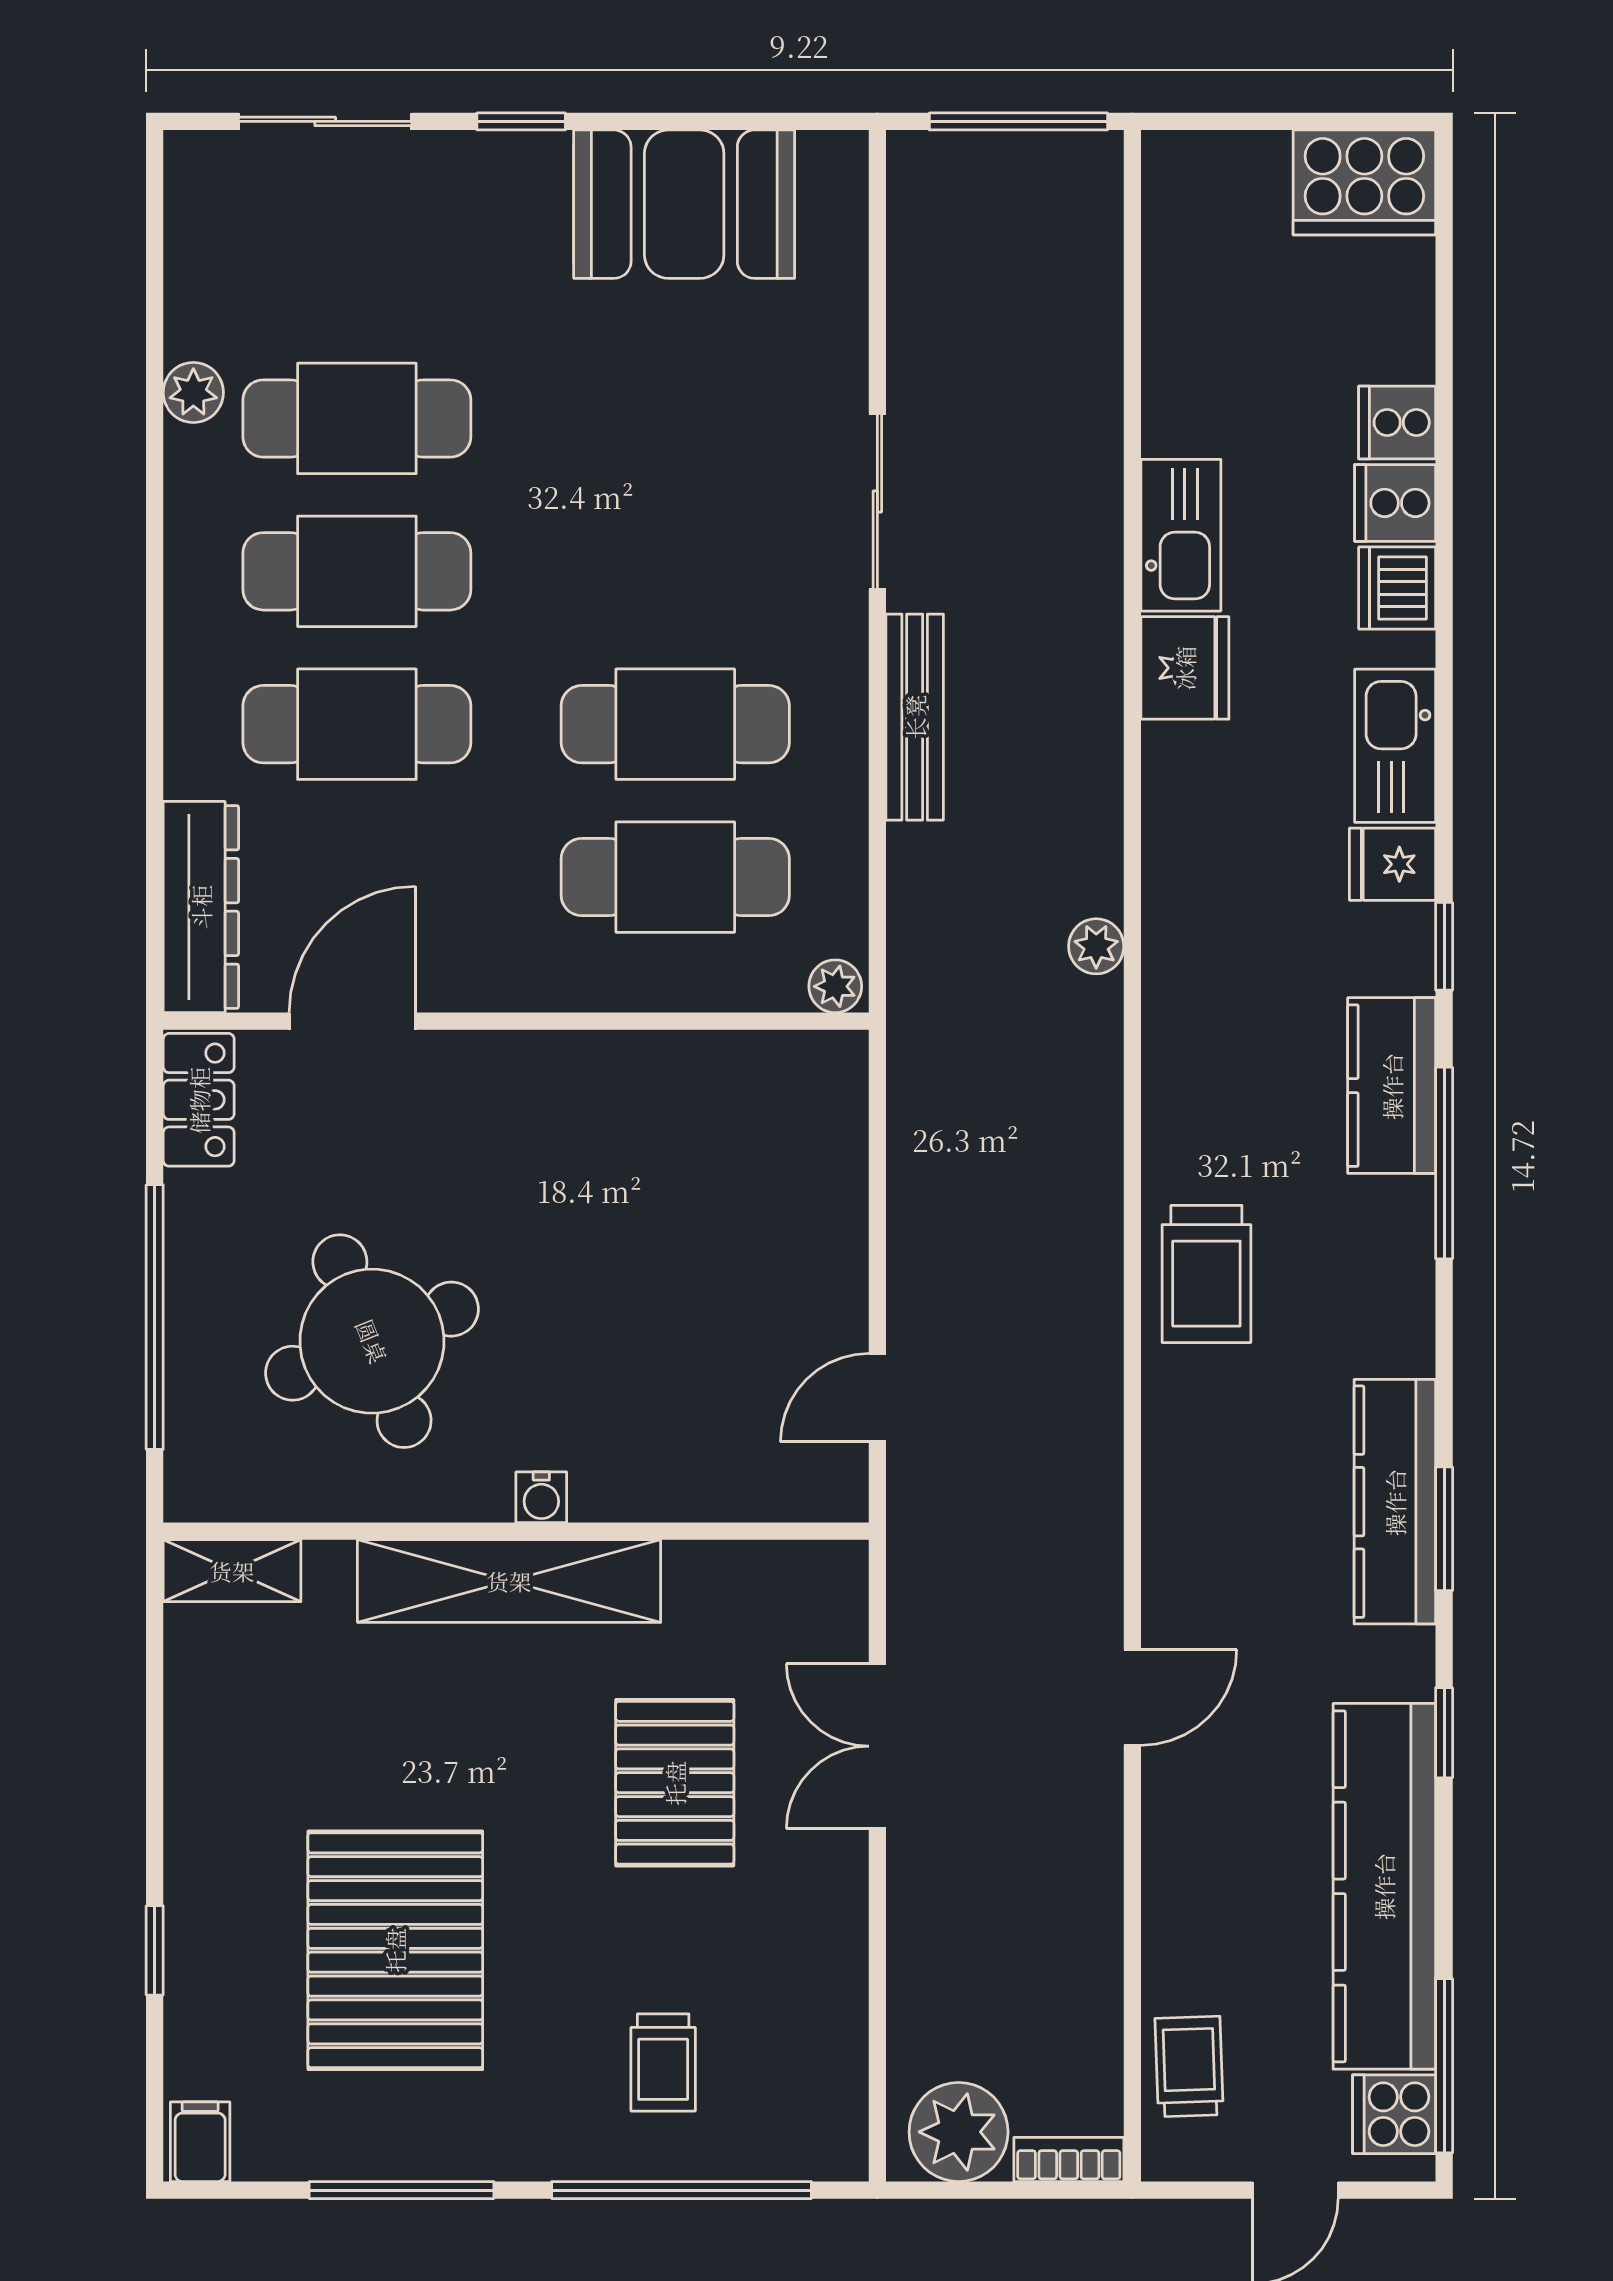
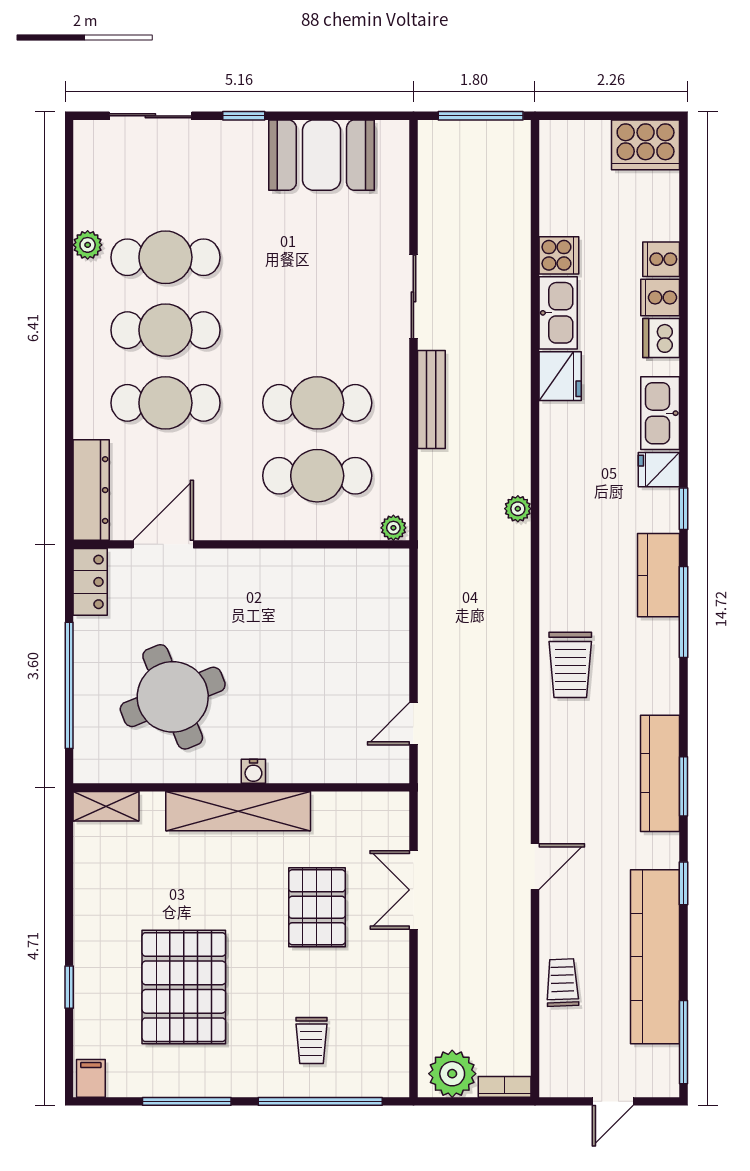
trolley: (1189, 2067) -> (562, 983), moved
cooker: (1394, 2114) -> (559, 255), moved, turned 180

